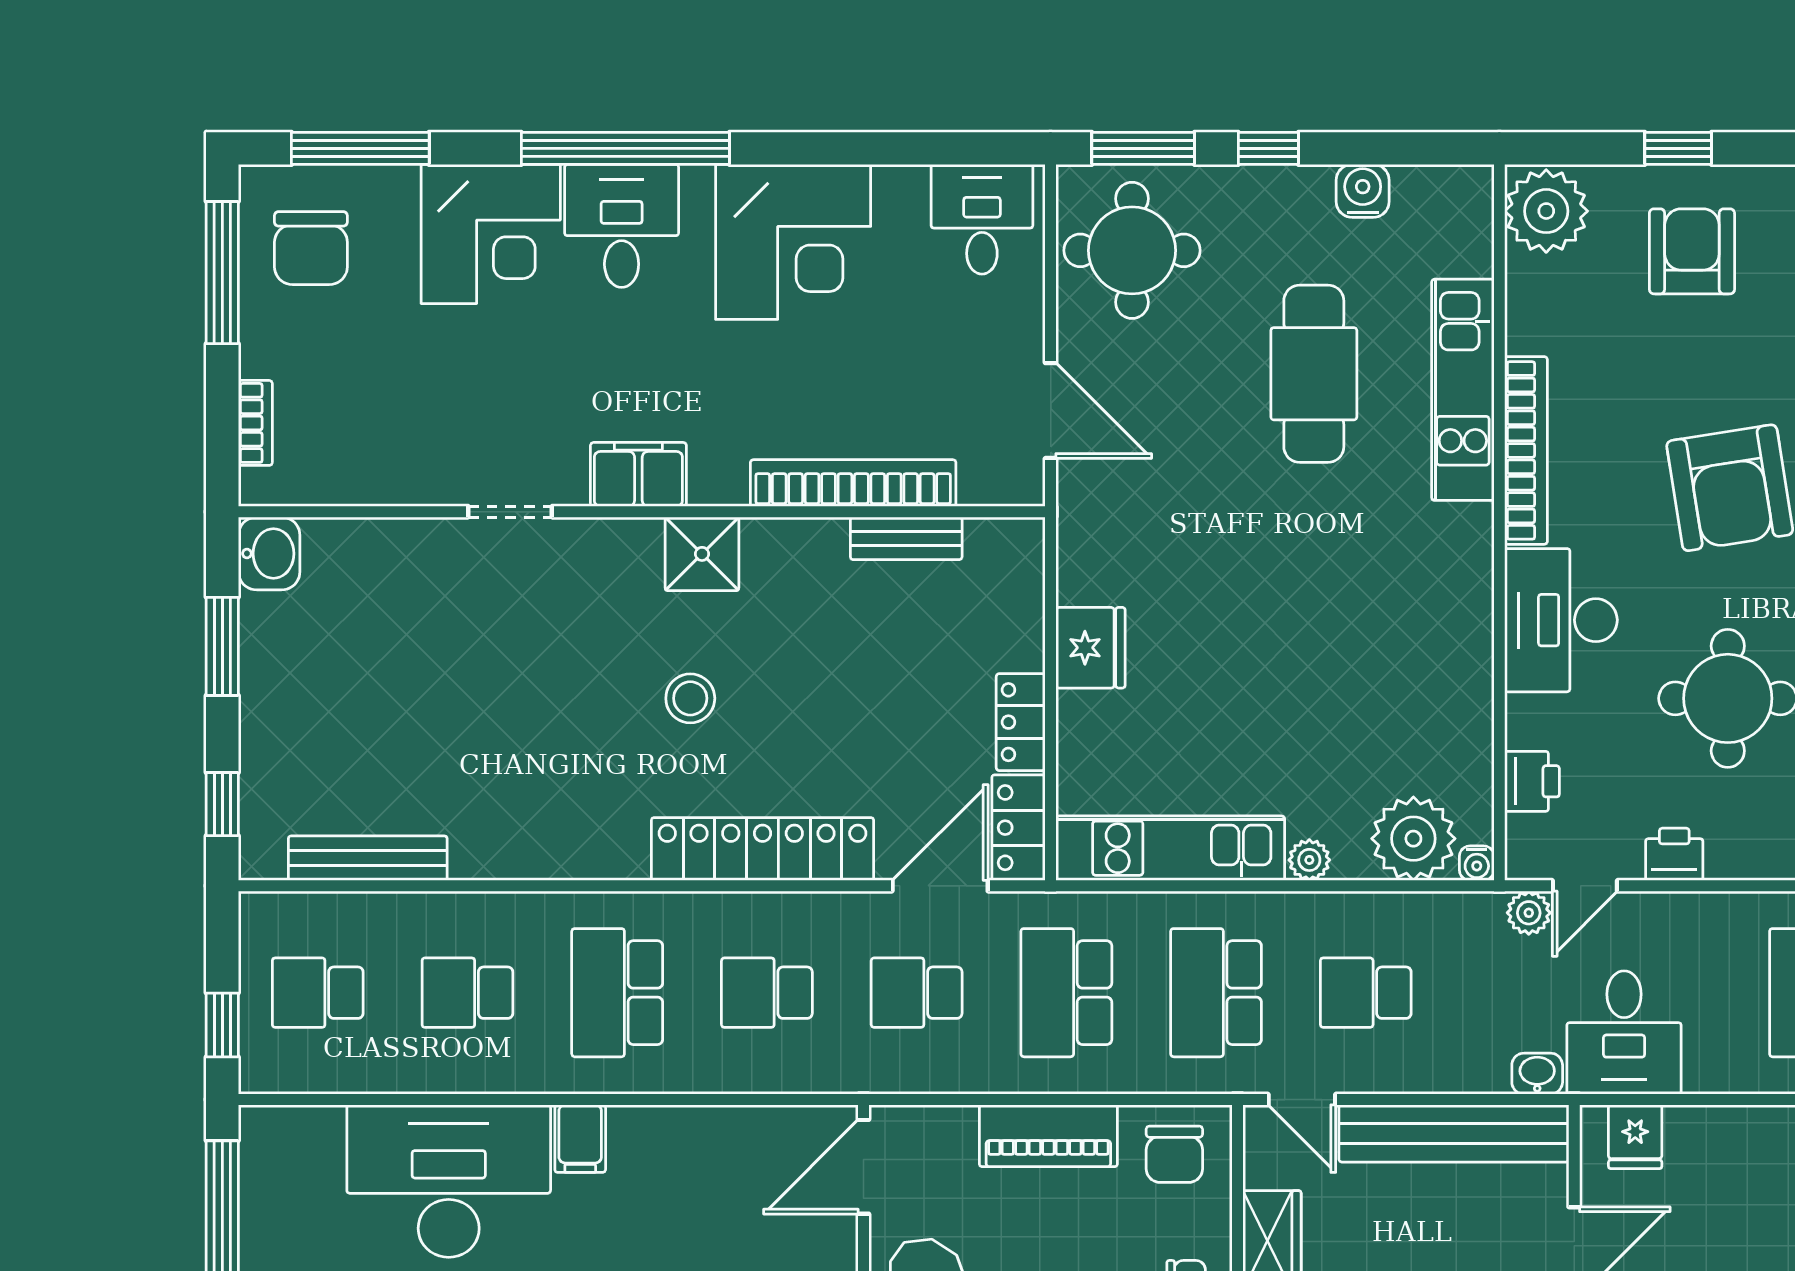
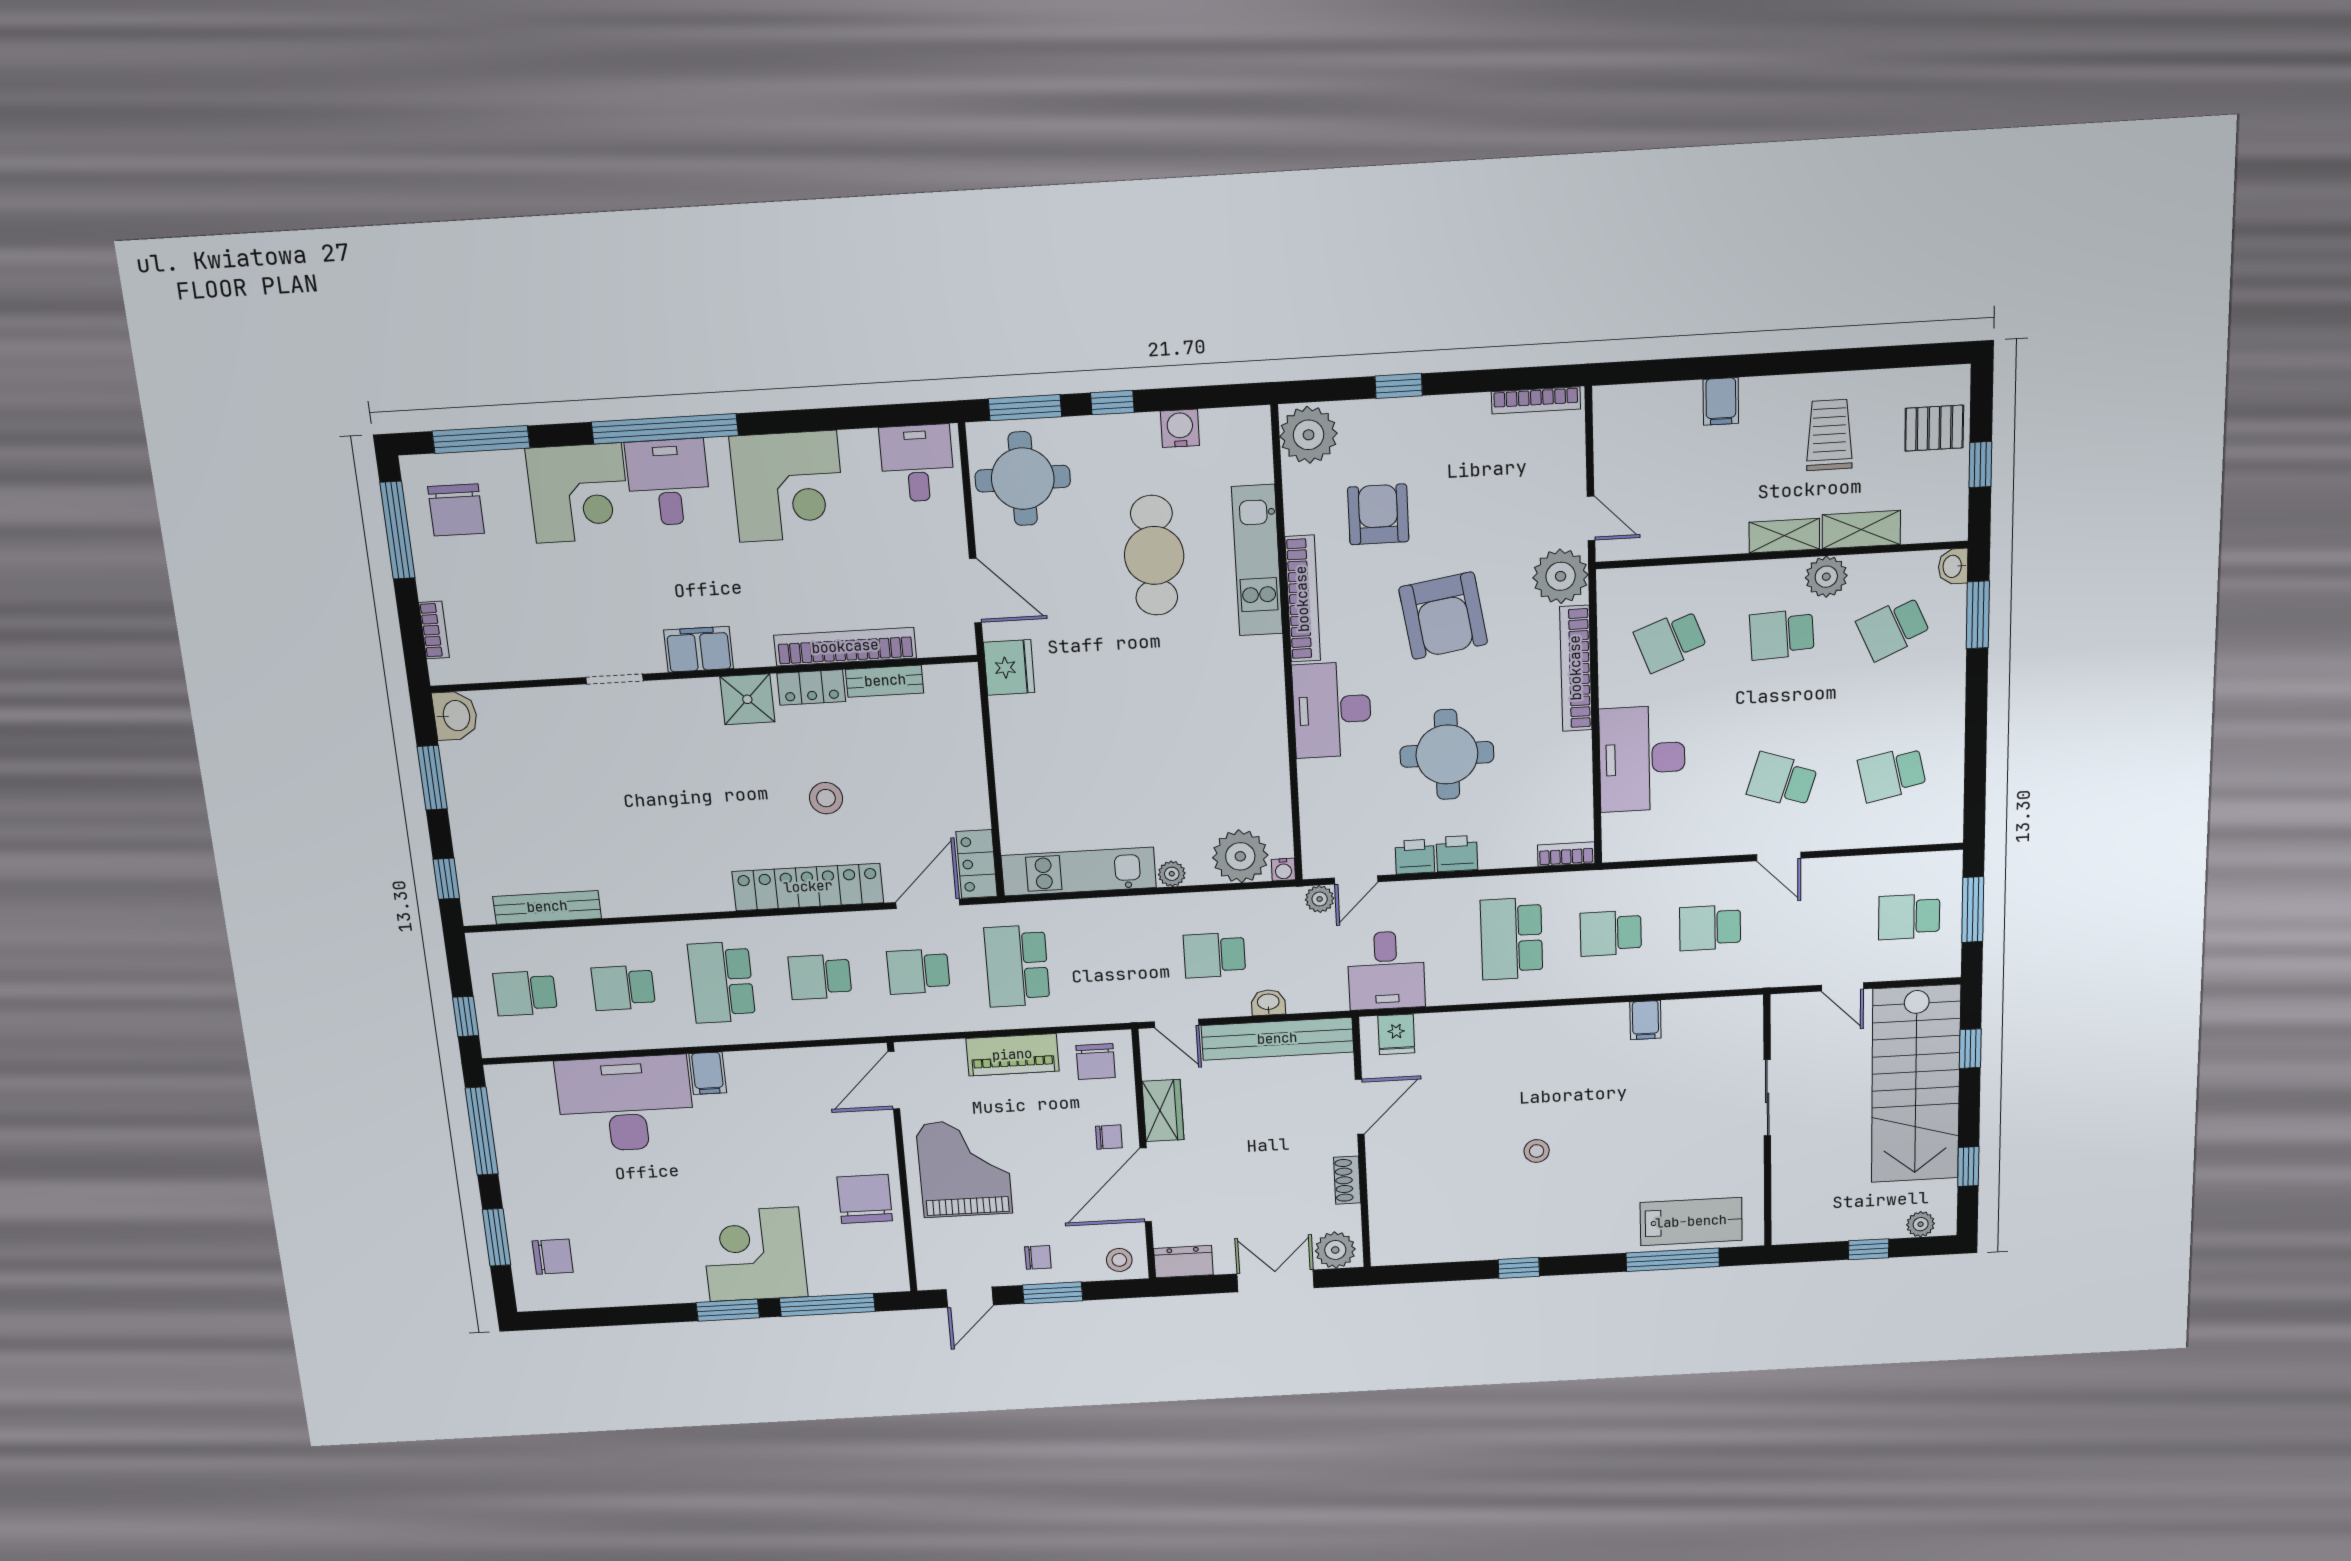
armchair: (1692, 251) -> (1378, 514), moved
fridge: (1091, 648) -> (1009, 667), moved
stool: (690, 698) -> (826, 798), moved
locker: (1021, 722) -> (811, 687), moved, turned -90
printer: (1532, 781) -> (1457, 854), moved, turned -90
school desk: (1216, 993) -> (1116, 961), removed
washbasin: (1537, 1074) -> (1268, 1002), moved

